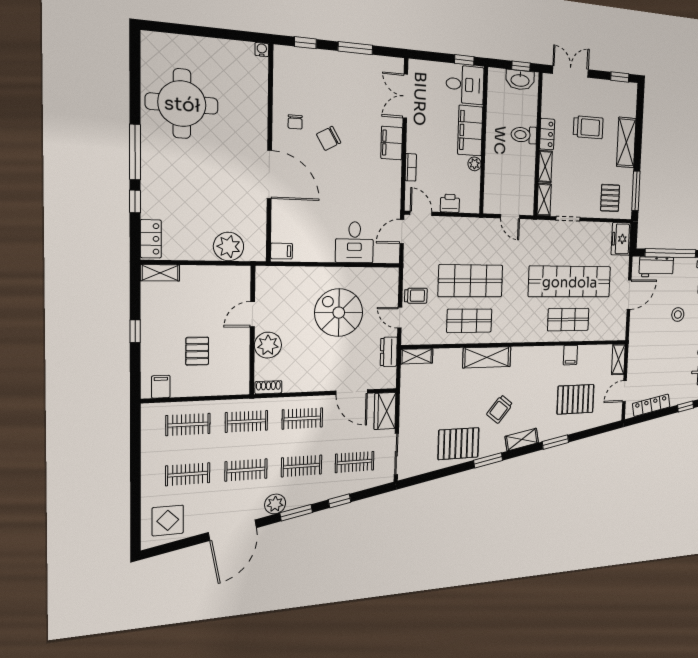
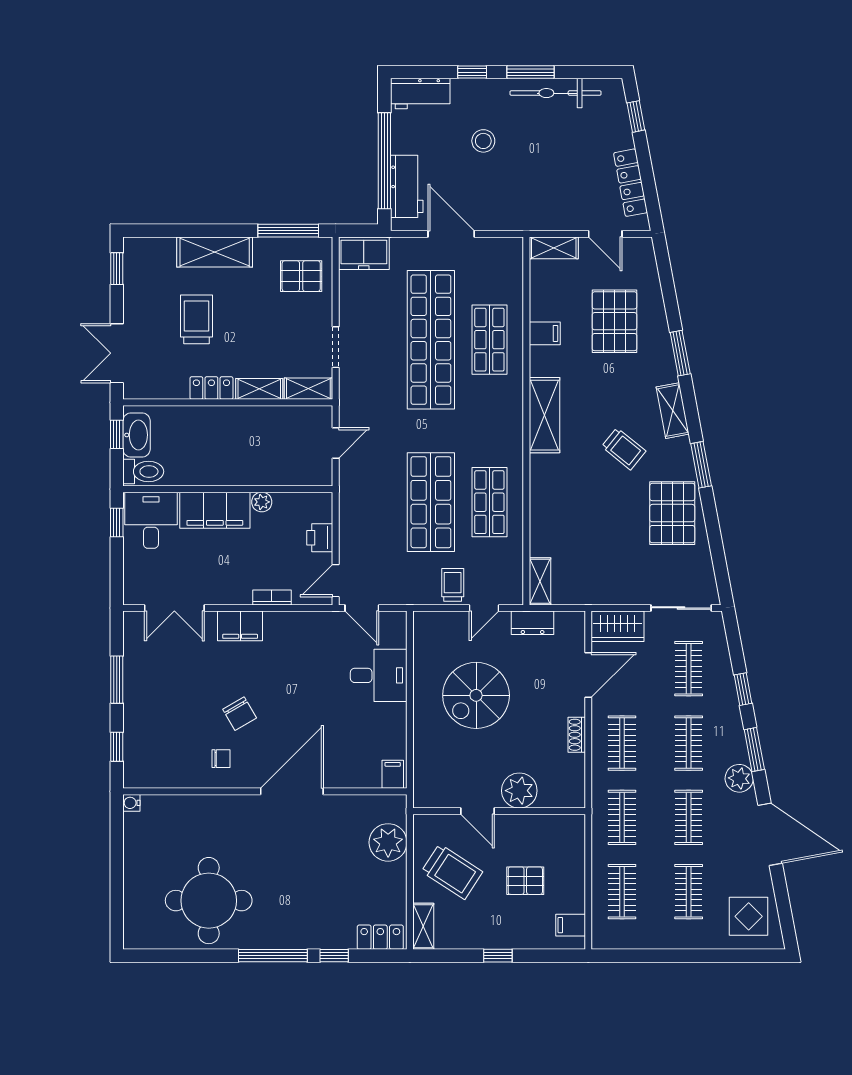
toilet: (524, 135) -> (143, 471), moved, turned -90
trolley: (205, 295) -> (452, 872), added
shelving: (487, 357) -> (544, 415), moved
shoe rack: (268, 387) -> (577, 735), moved

